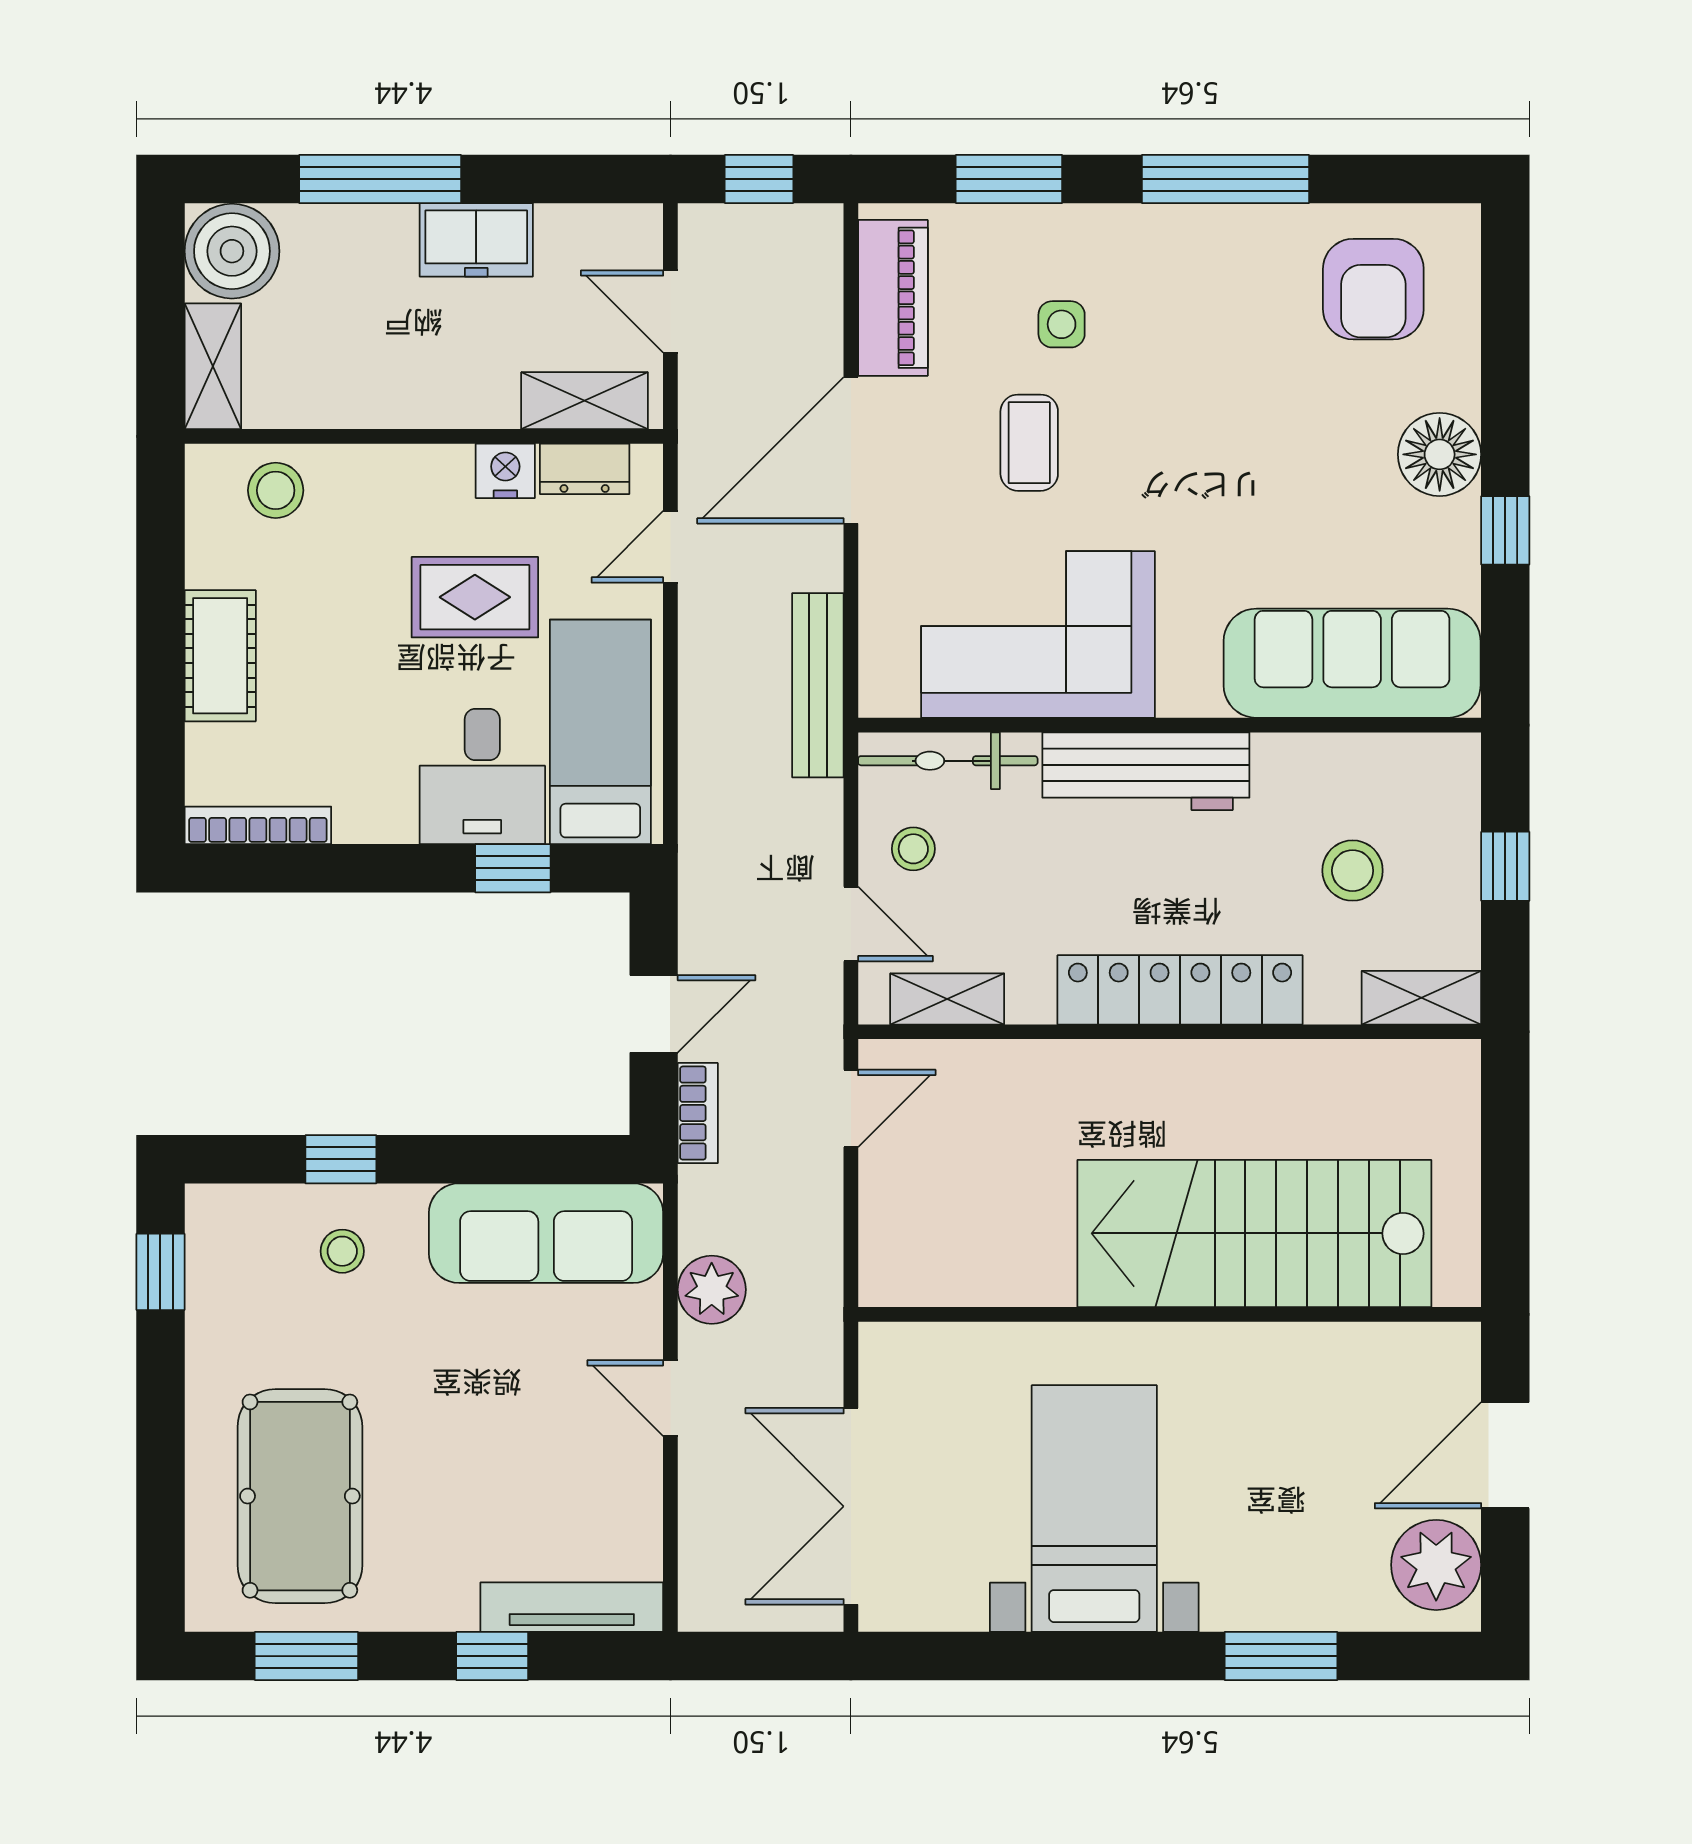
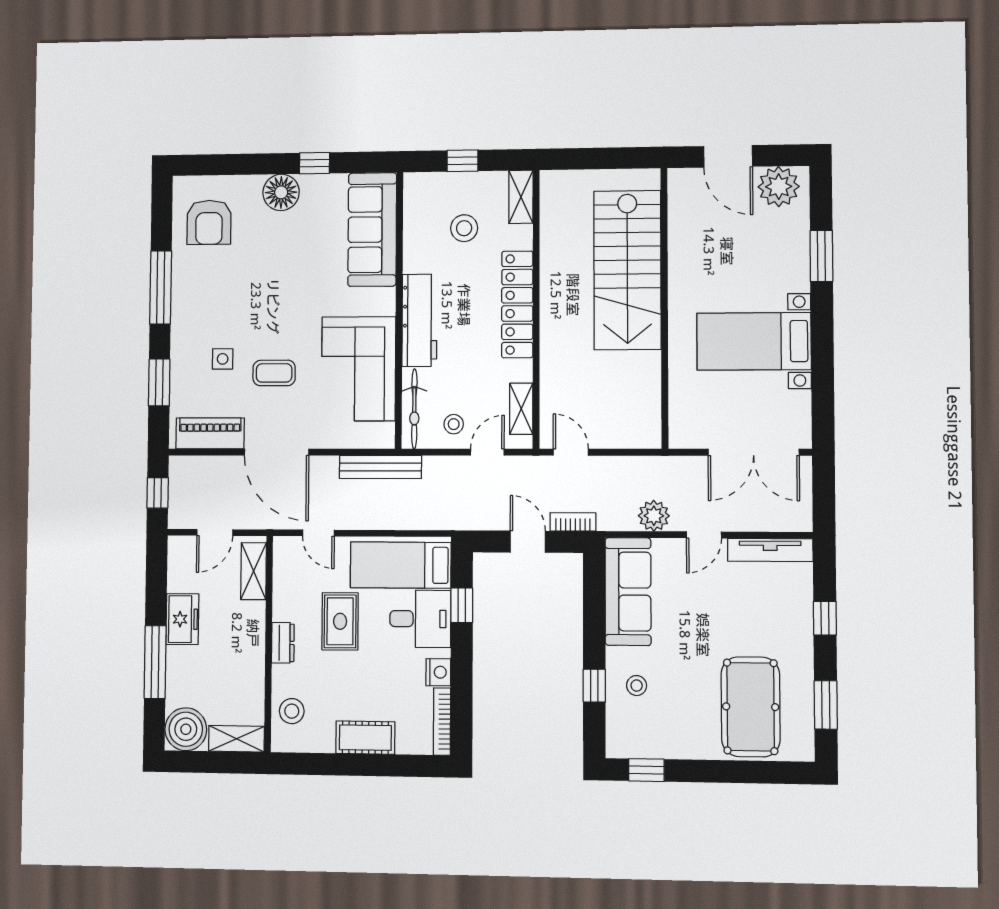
armchair: (1373, 289) -> (209, 222), turned 90
dresser: (585, 469) -> (283, 643), moved
nightstand: (505, 471) -> (438, 672), moved, turned 180
pool table: (300, 1496) -> (751, 707), turned 90
tv unit: (572, 1607) -> (770, 550), moved, turned -90

